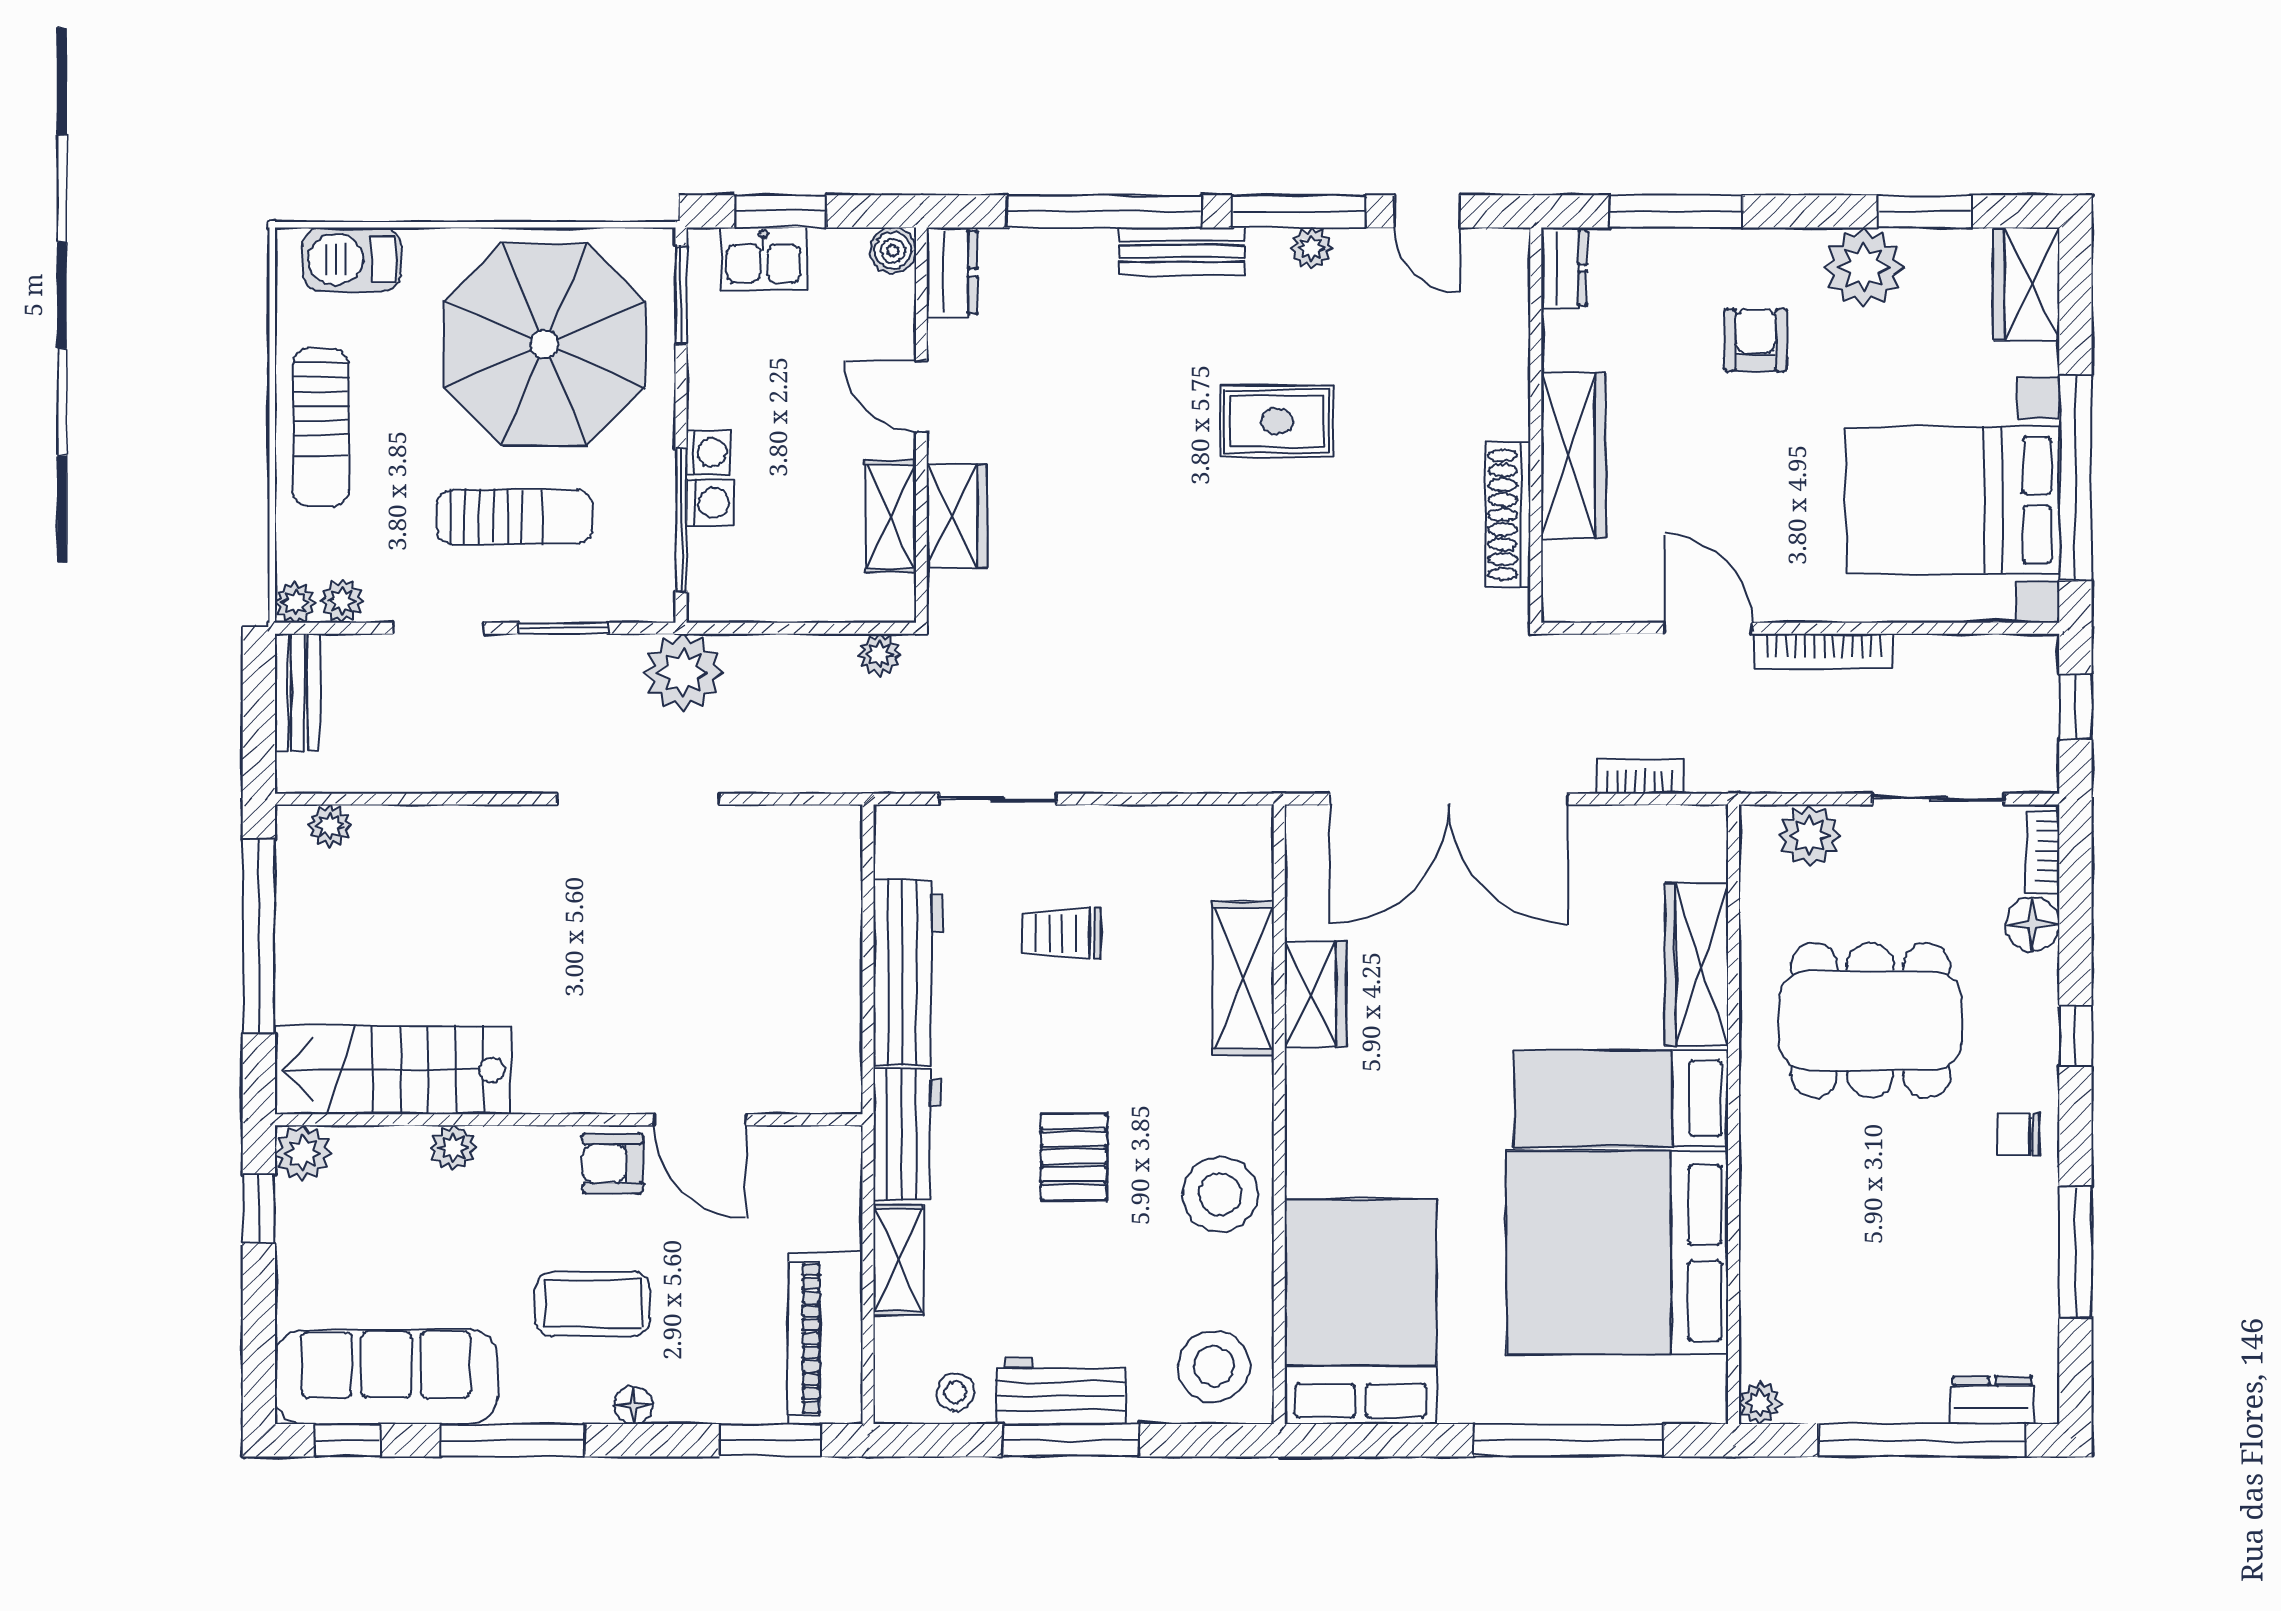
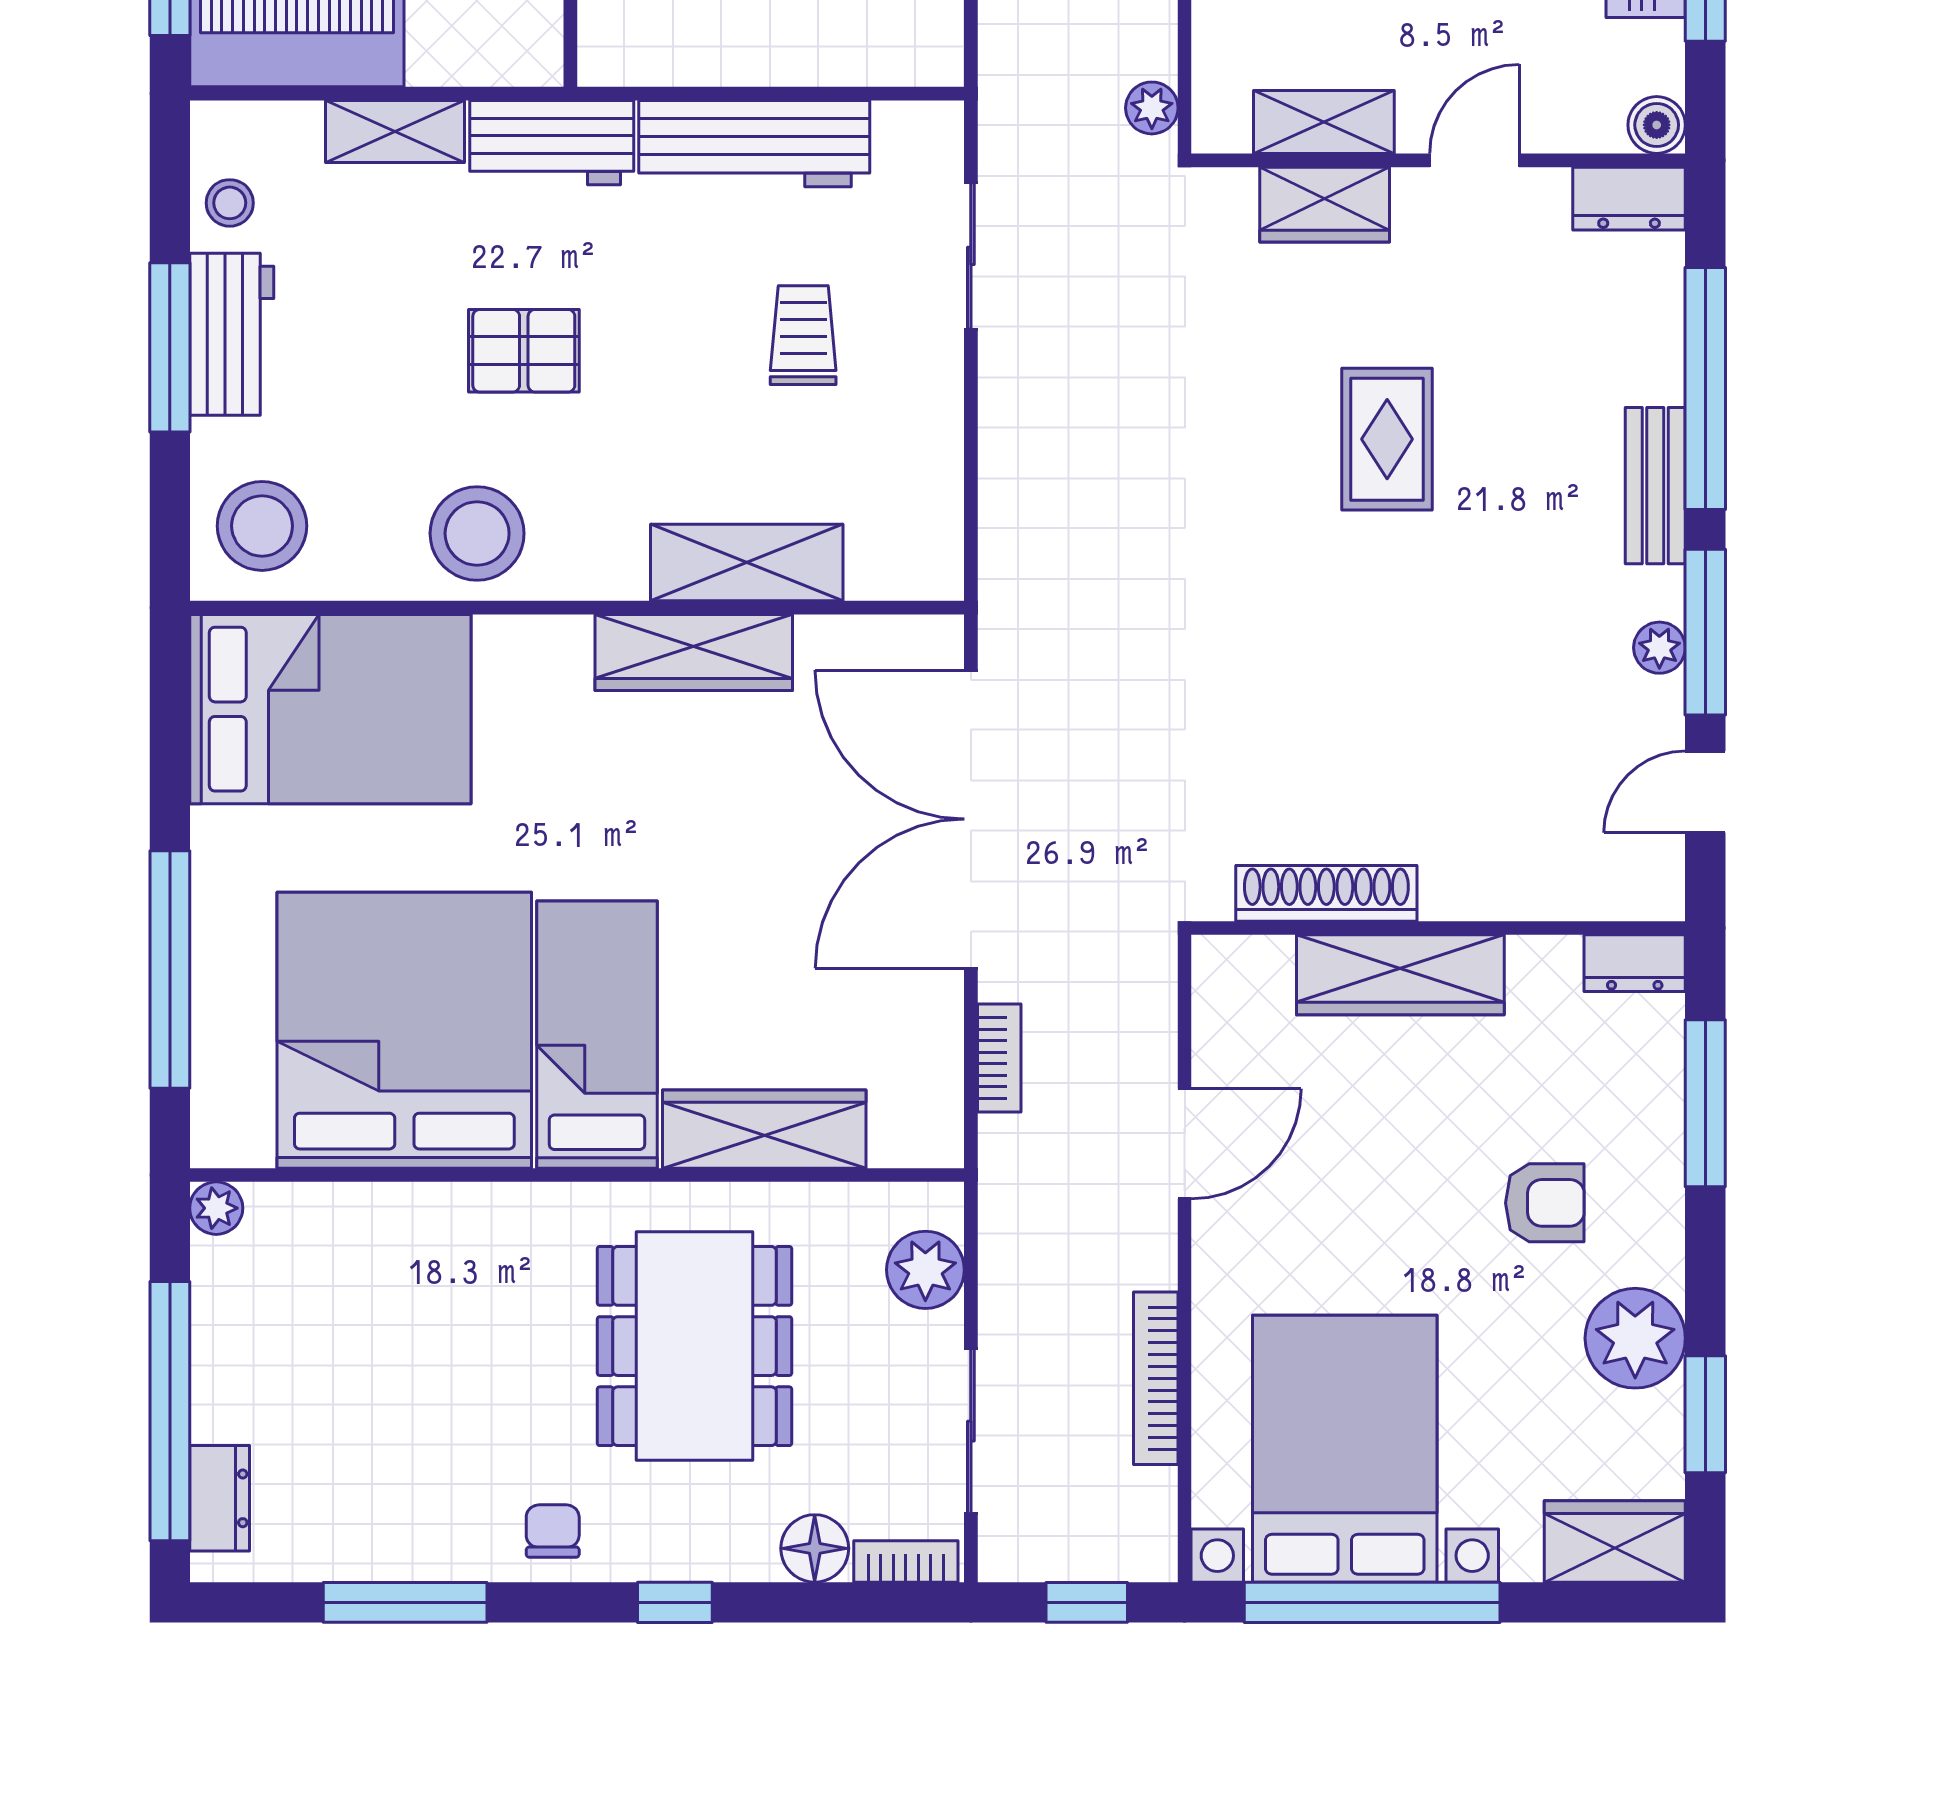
rug: (1277, 421) -> (1387, 439), moved
bookcase: (1824, 651) -> (1156, 1378), moved
wardrobe: (1315, 995) -> (694, 652), width x1.50

